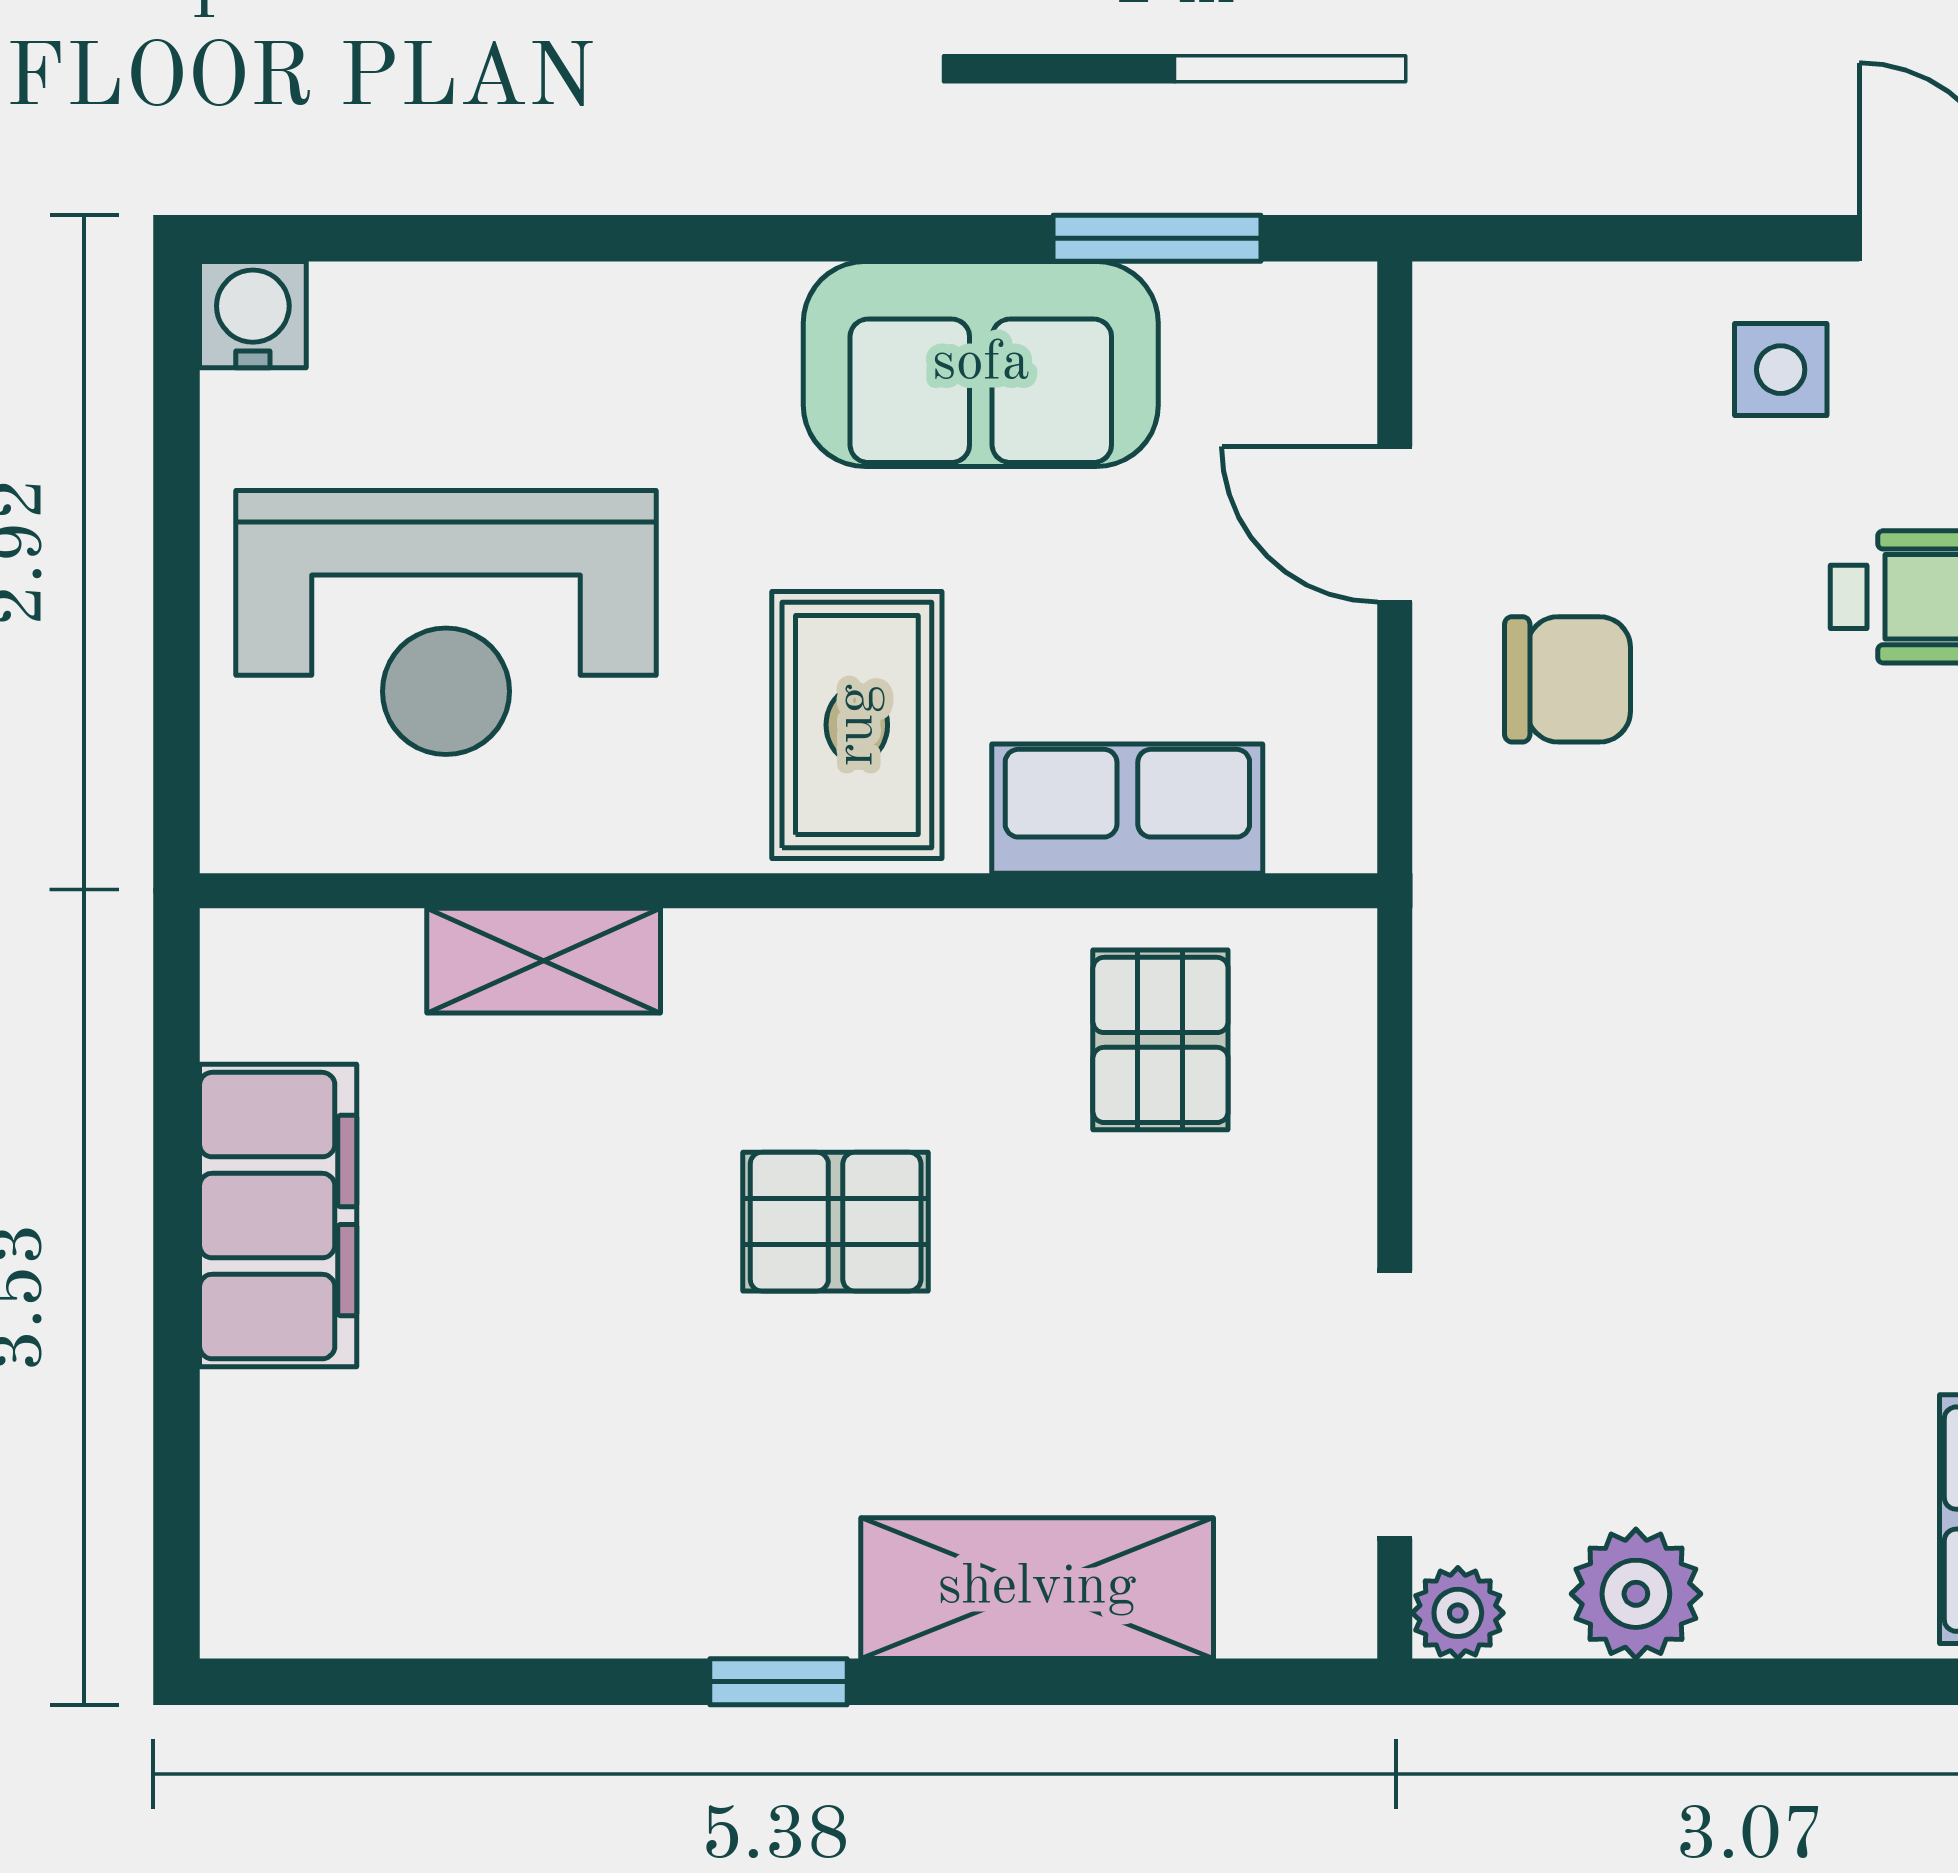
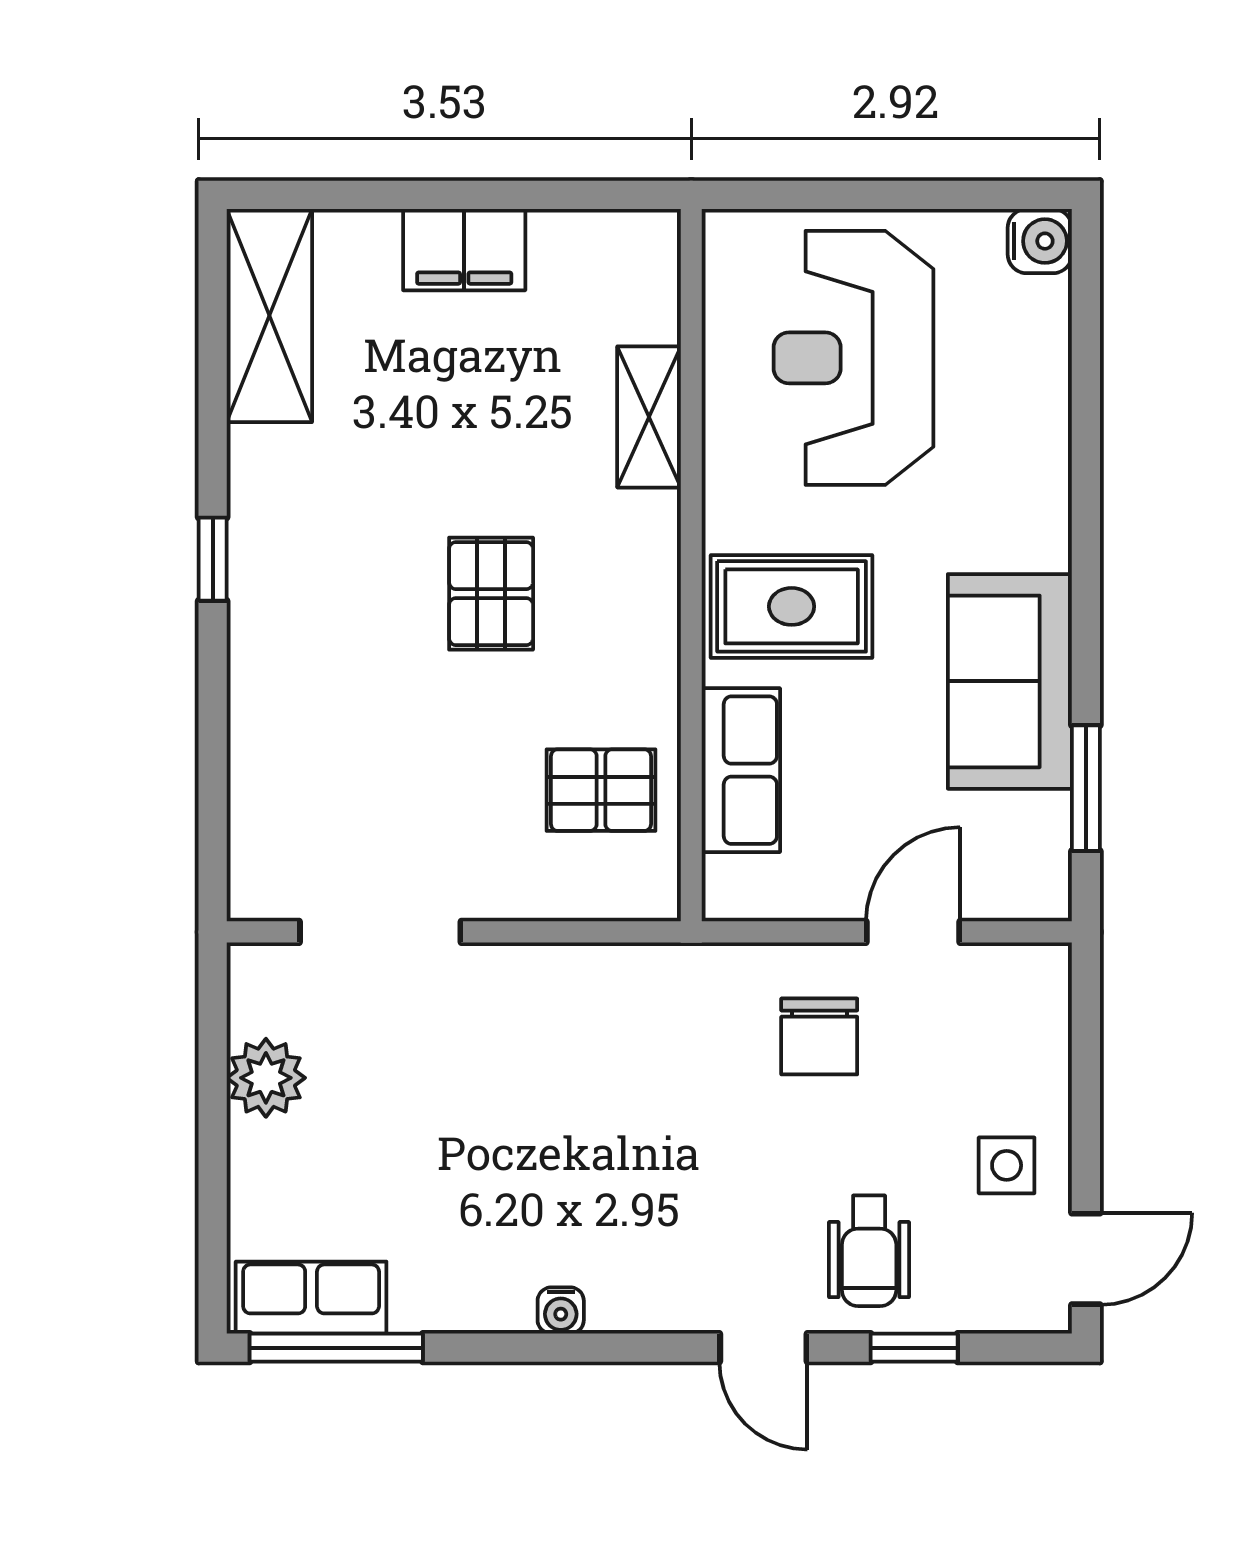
filing cabinet: (278, 1216) -> (464, 250), width x0.67, depth x0.86
shelving: (1037, 1588) -> (269, 316), moved
plant: (1458, 1613) -> (254, 970), removed

